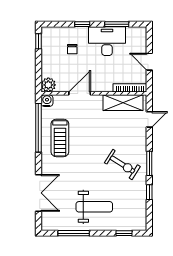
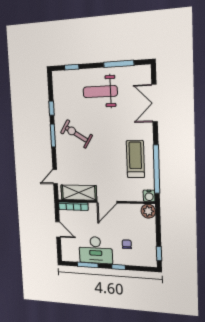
door: (80, 93) -> (107, 202), moved

